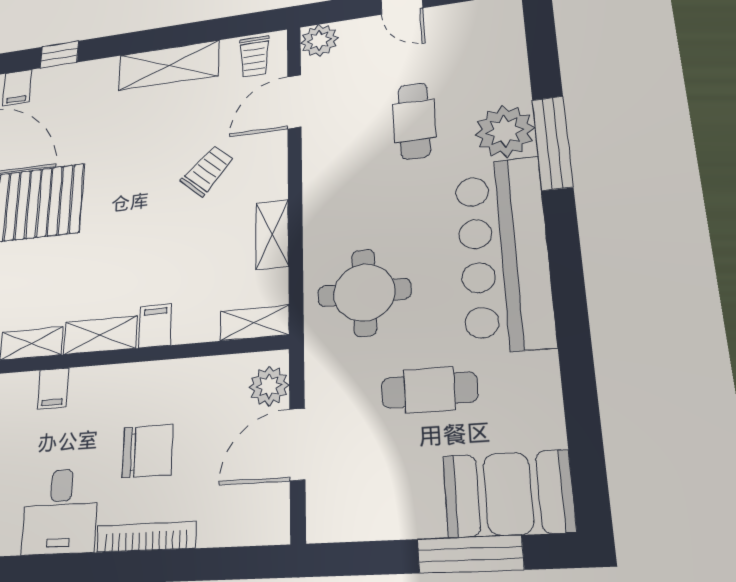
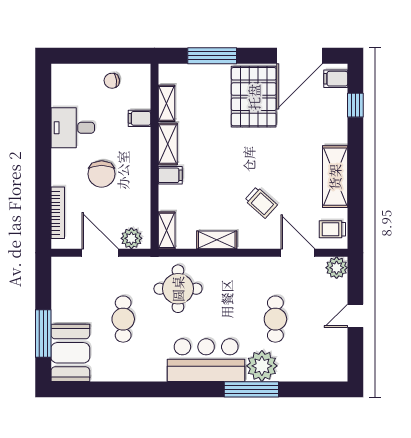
cafe table: (414, 121) -> (275, 319), turned 90
bar counter: (504, 253) -> (206, 360), width x0.73
bookcase: (146, 537) -> (58, 213), moved

